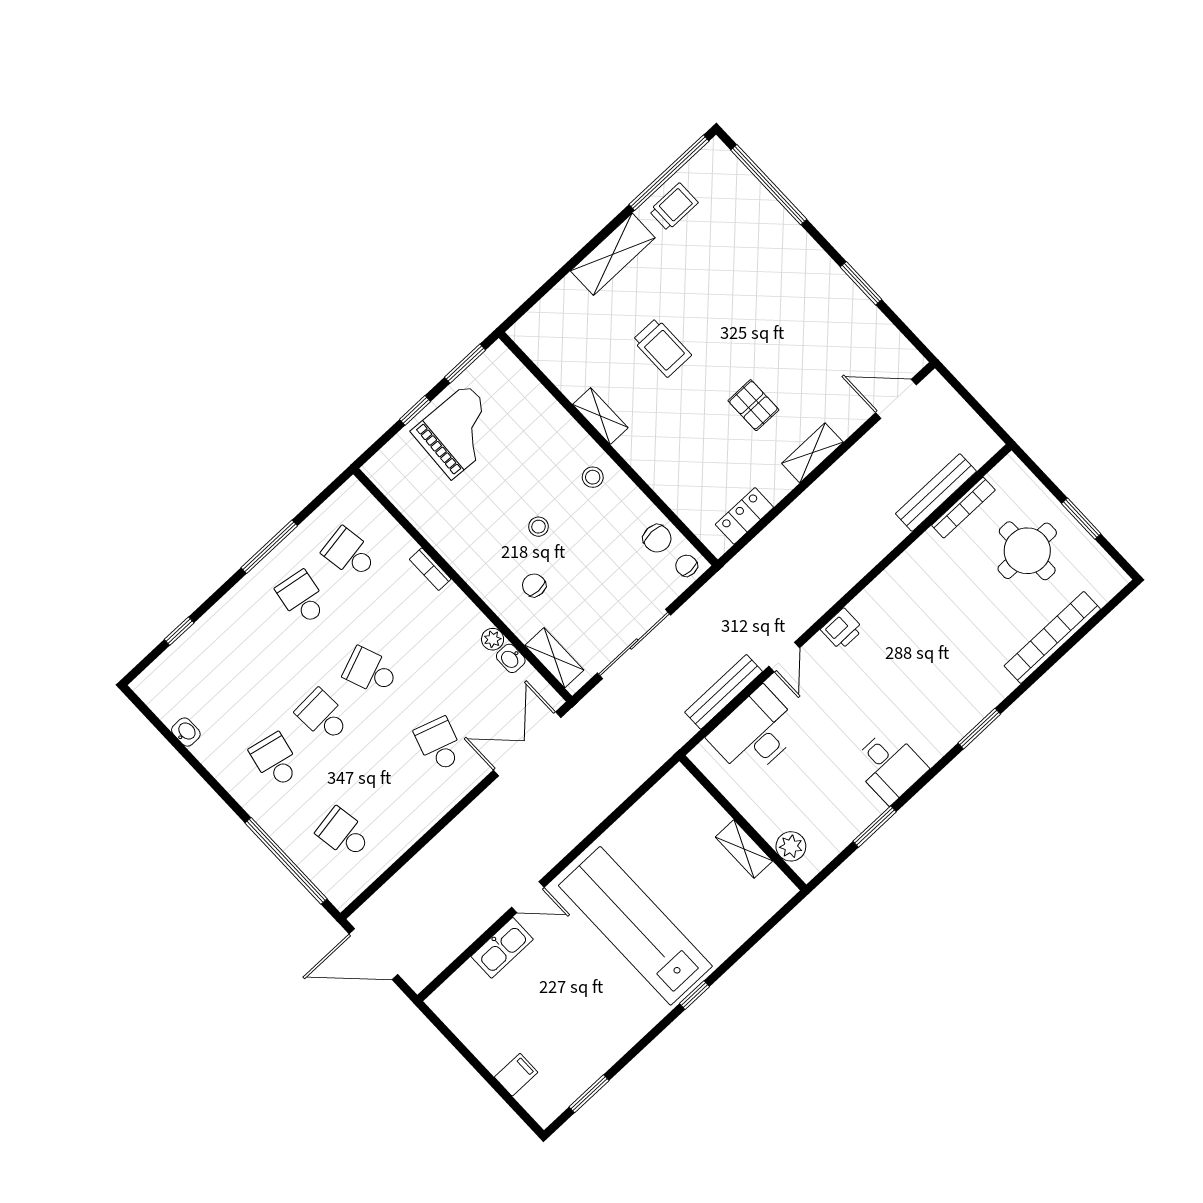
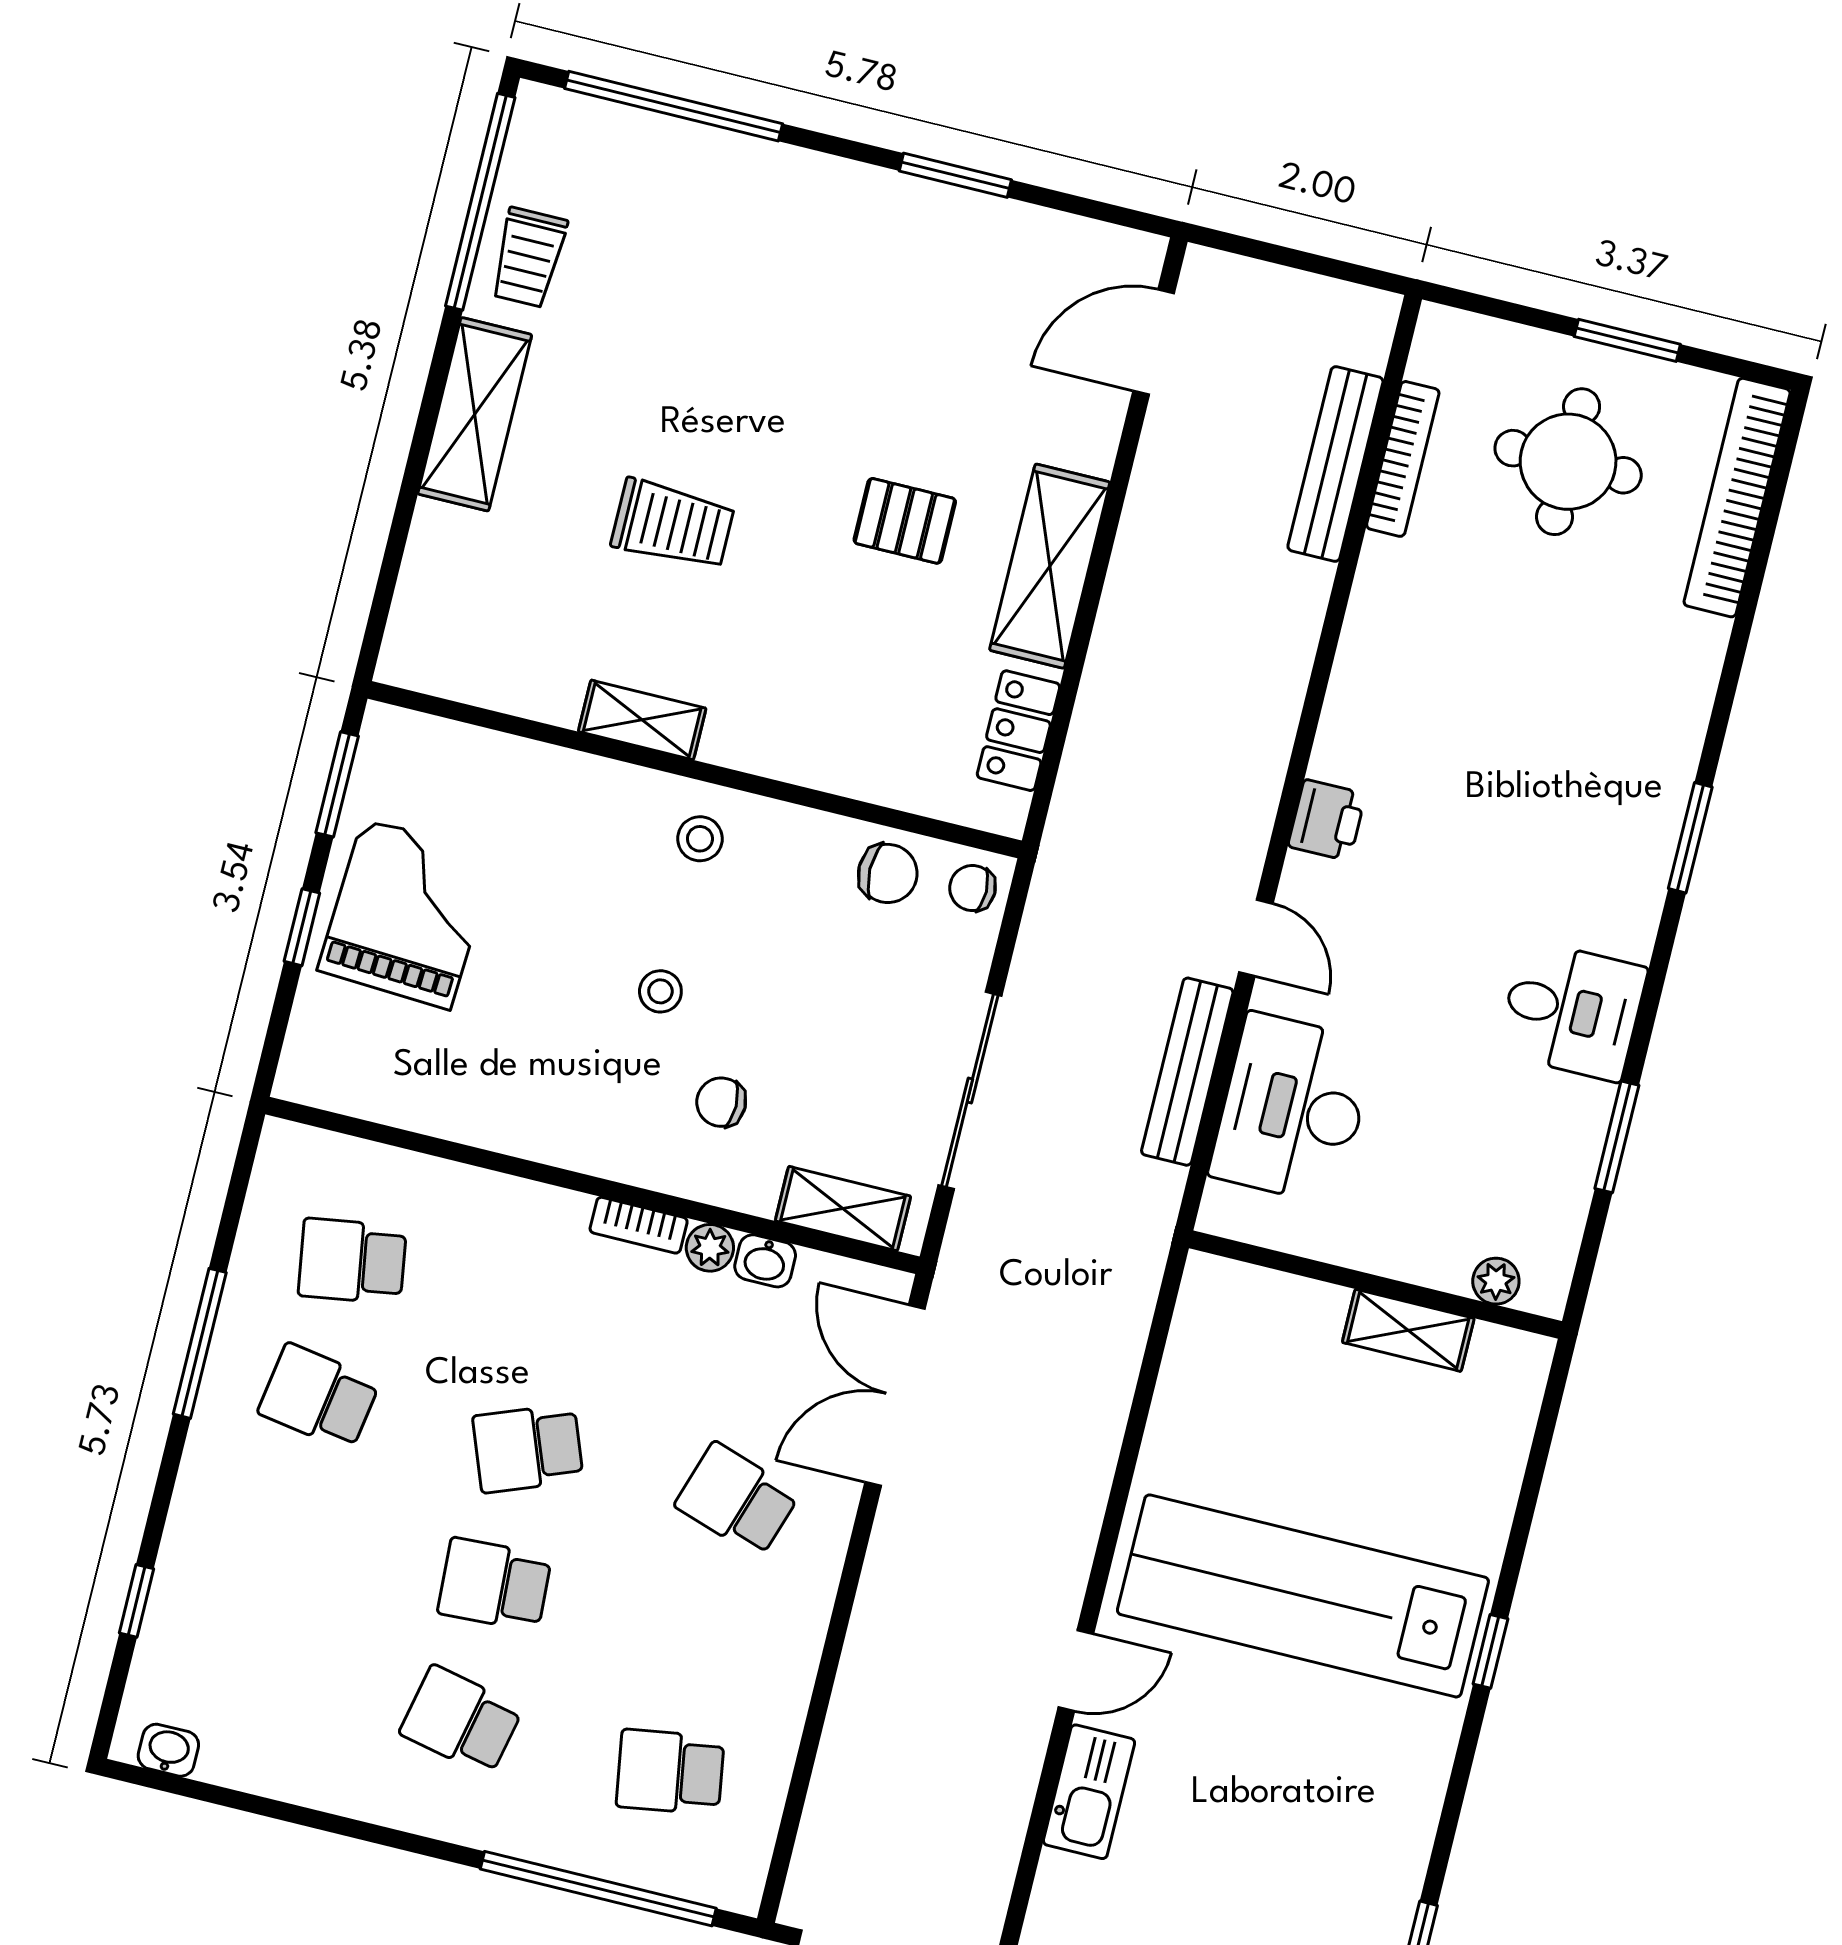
trolley: (674, 207) -> (529, 258), turned 180
shelving: (812, 453) -> (1050, 566), width x1.50, depth x1.33
bookcase: (430, 569) -> (639, 1225), moved
bookcase: (1052, 637) -> (1737, 498), moved
washbasin: (186, 732) -> (168, 1750), moved
plant: (791, 846) -> (1496, 1281), width x0.73, depth x0.73

